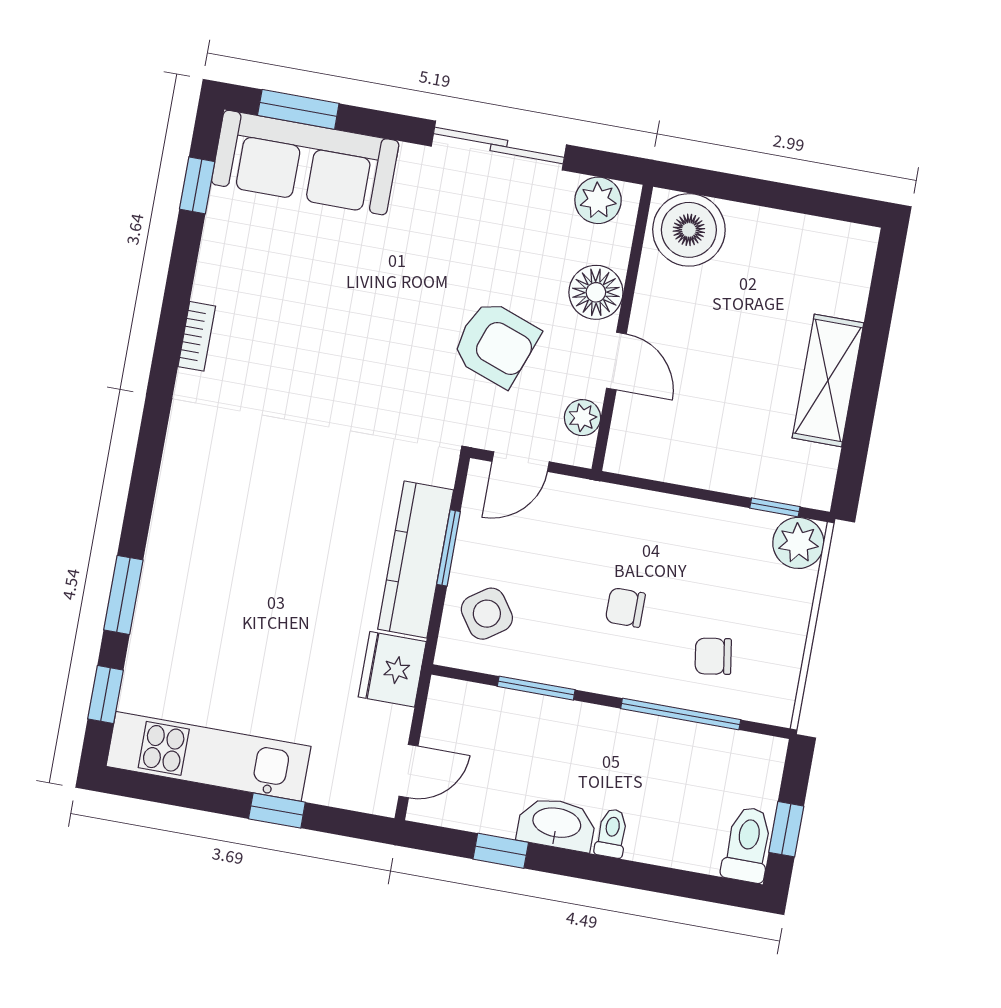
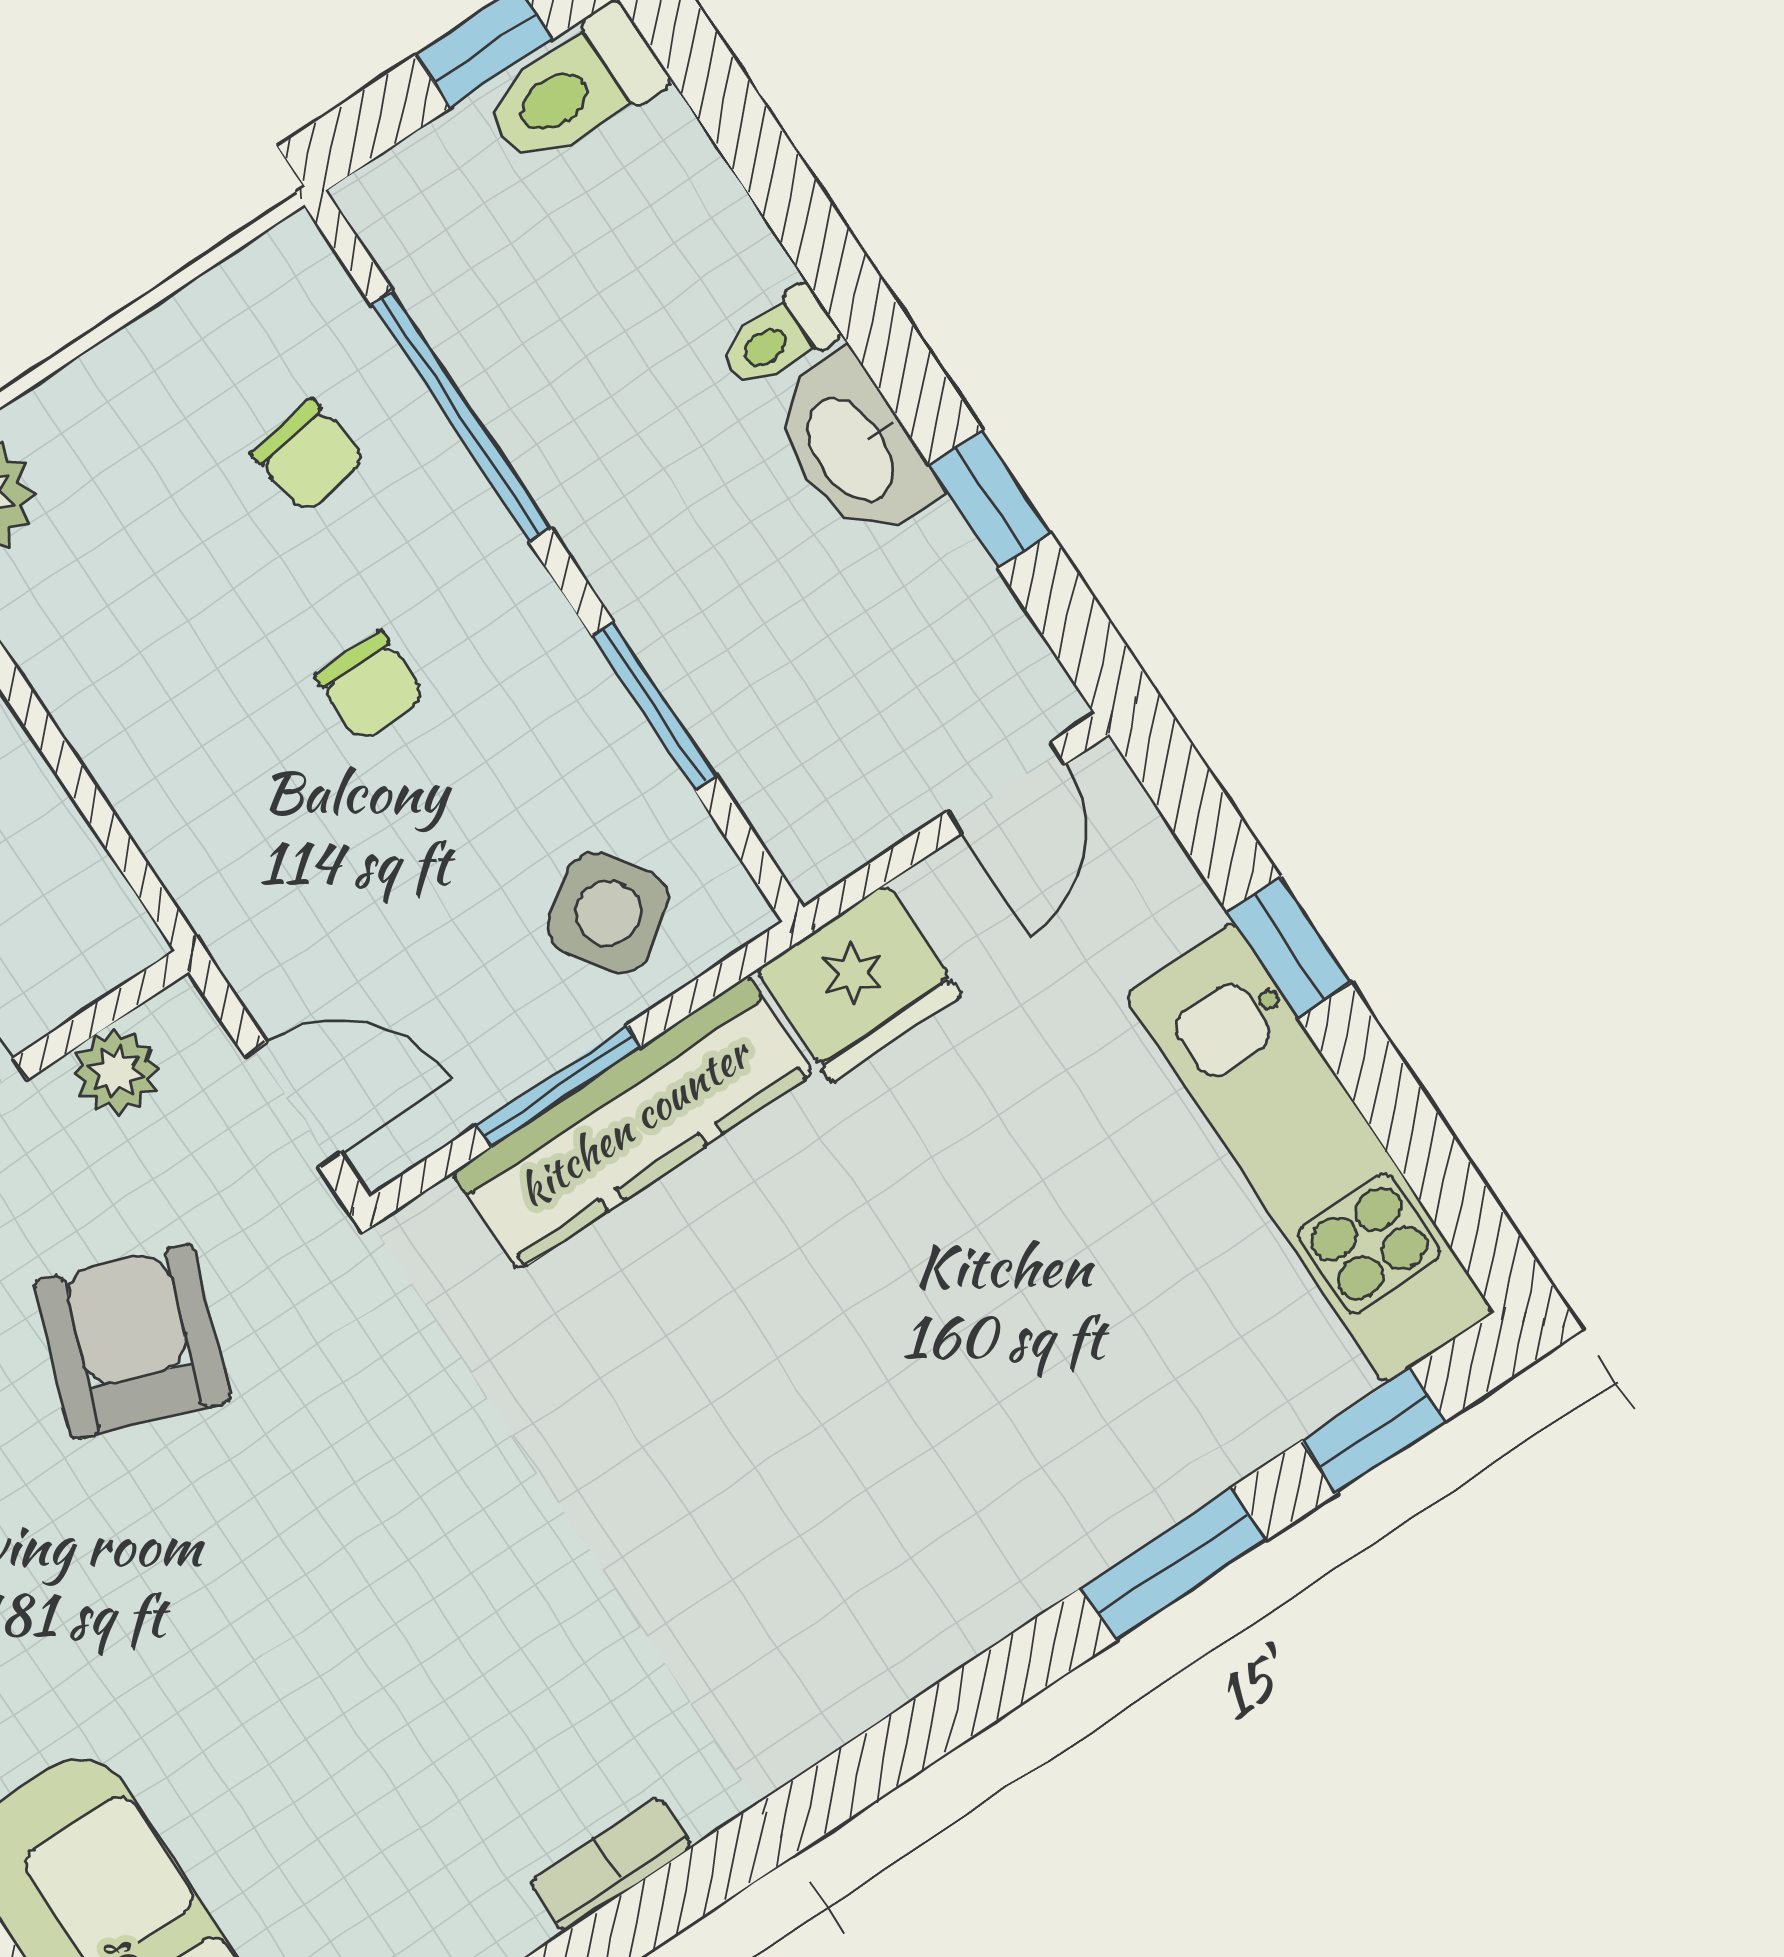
door: (408, 771) -> (1006, 788), swing flipped

